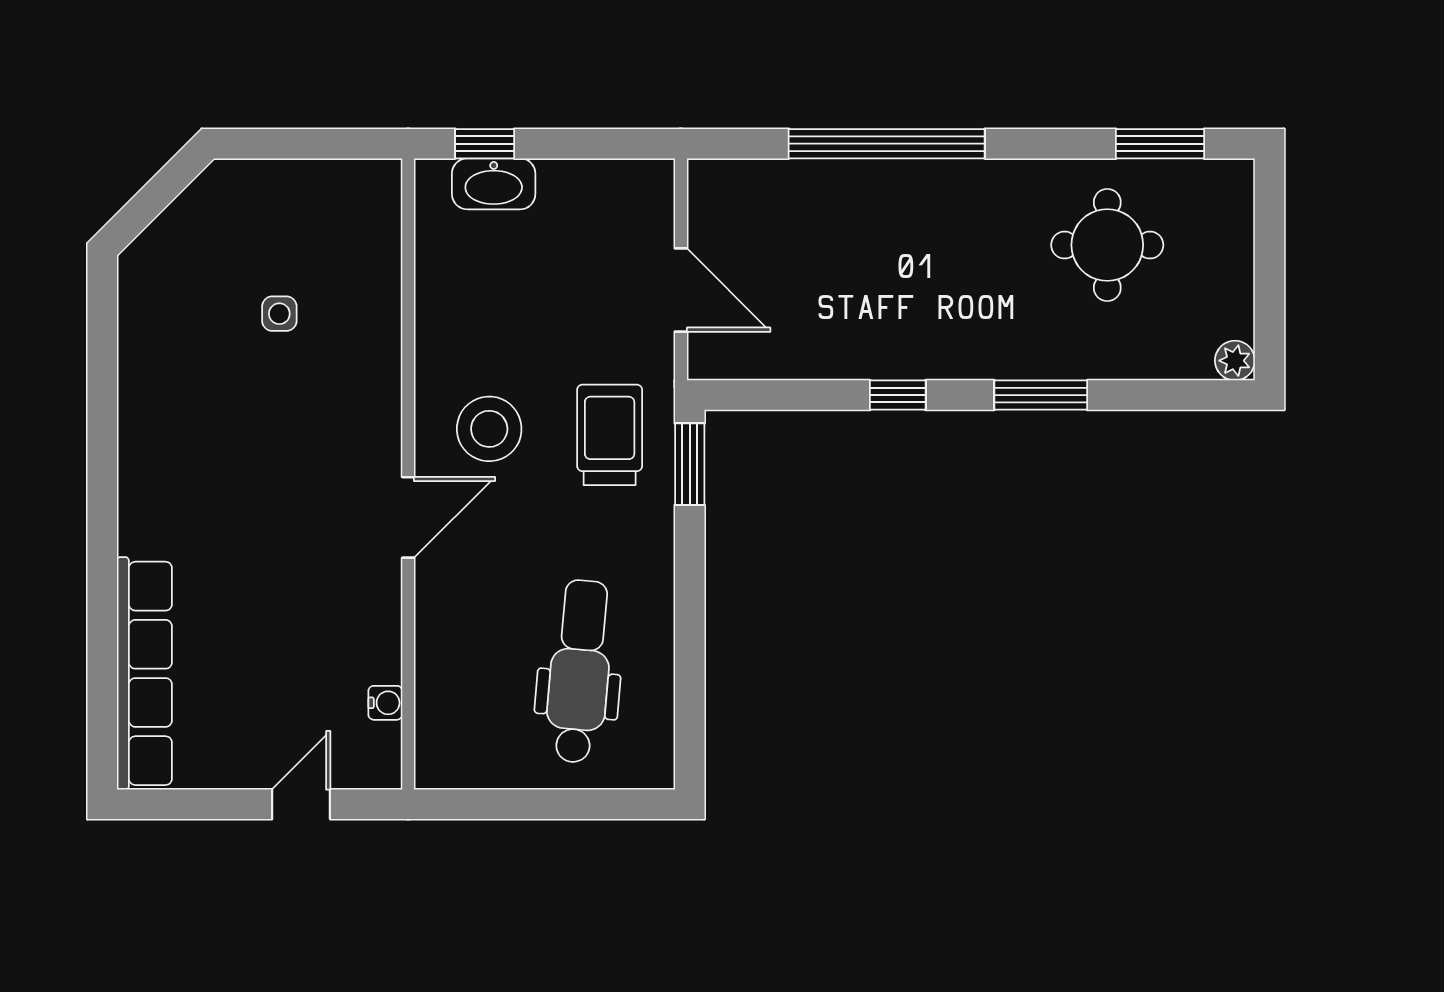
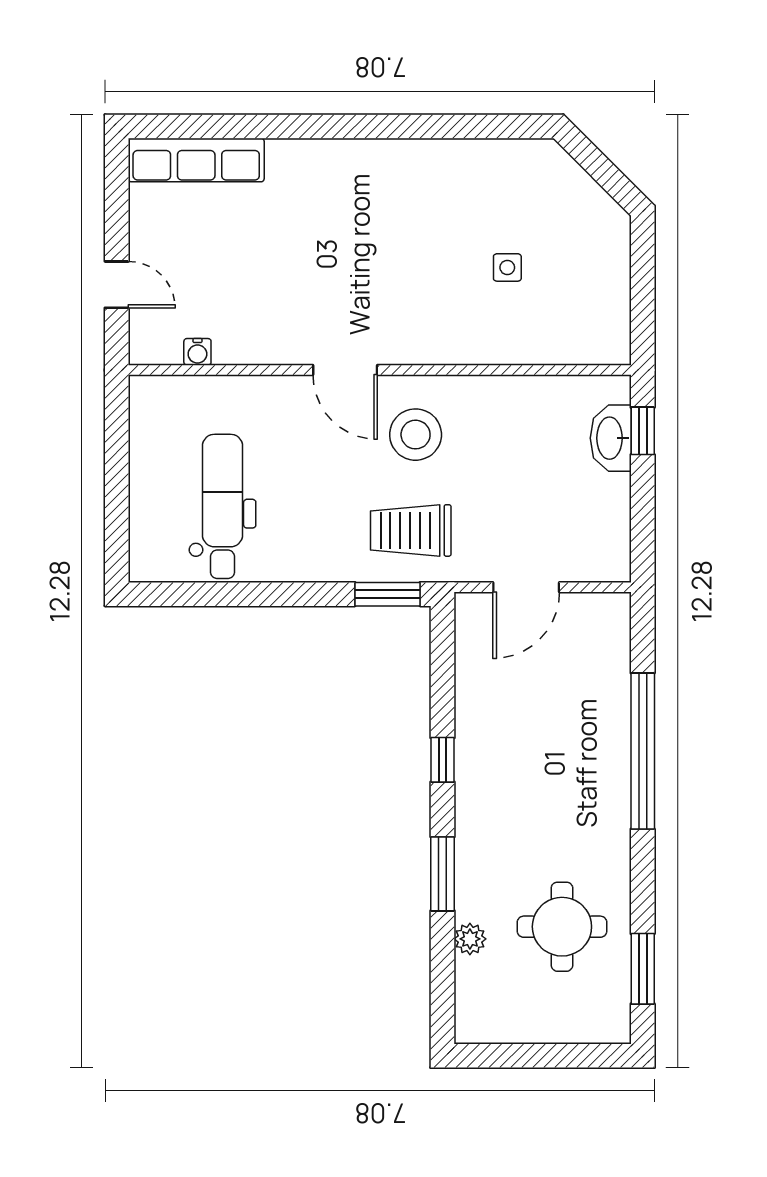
plant: (1235, 361) -> (470, 939), moved
trolley: (610, 435) -> (411, 530), turned 180
dental chair: (579, 671) -> (222, 506), turned -95
row of seats: (144, 673) -> (196, 160), width x0.73

